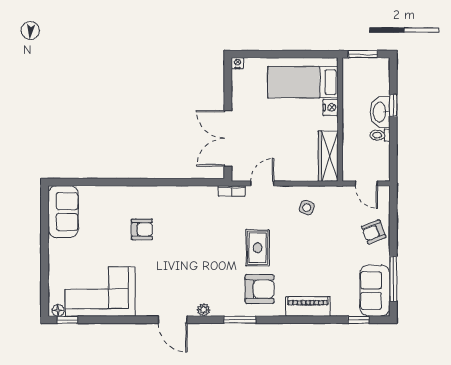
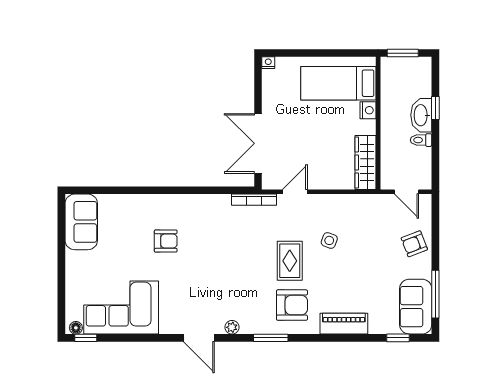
bookcase: (232, 191) -> (254, 200), width x1.56
side table: (307, 208) -> (329, 240), moved

